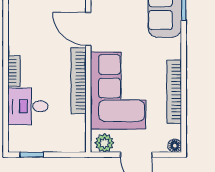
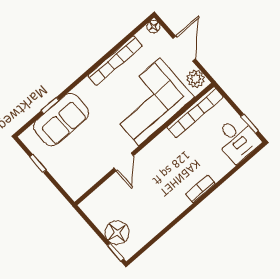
door: (88, 29) -> (124, 162), width x0.73
bookcase: (79, 81) -> (195, 112), moved
desk: (28, 106) -> (237, 139), moved

